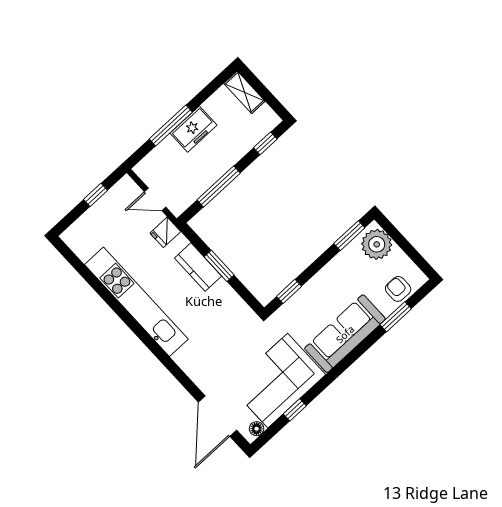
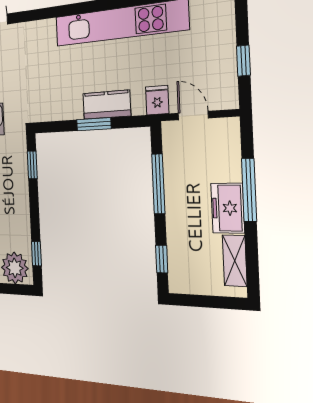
shelving: (244, 92) -> (235, 261), moved, turned 90
door: (155, 199) -> (193, 116), hinge flipped
window: (349, 236) -> (36, 254), width x0.67

